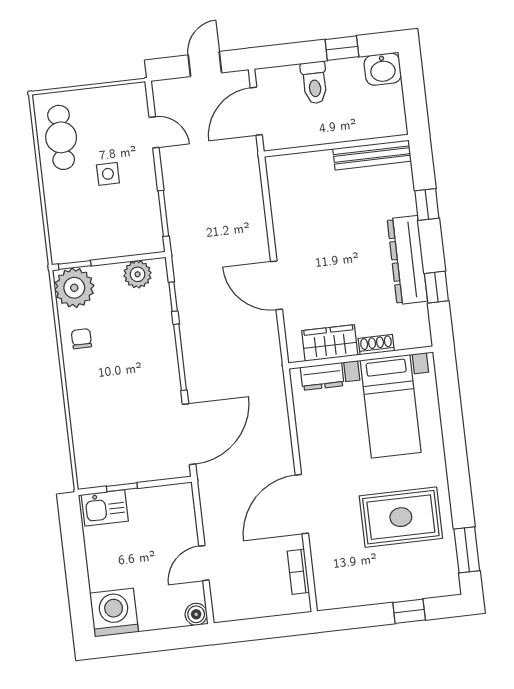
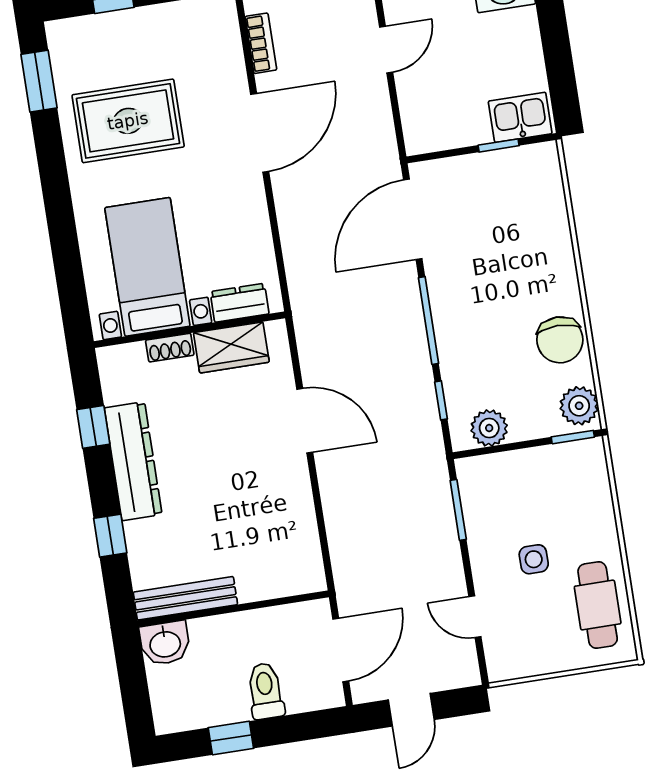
washbasin: (383, 69) -> (165, 643), moved, turned 180
plant: (74, 288) -> (579, 406), width x0.73, depth x0.73
chair: (81, 339) -> (560, 340), width x1.87, depth x1.87

